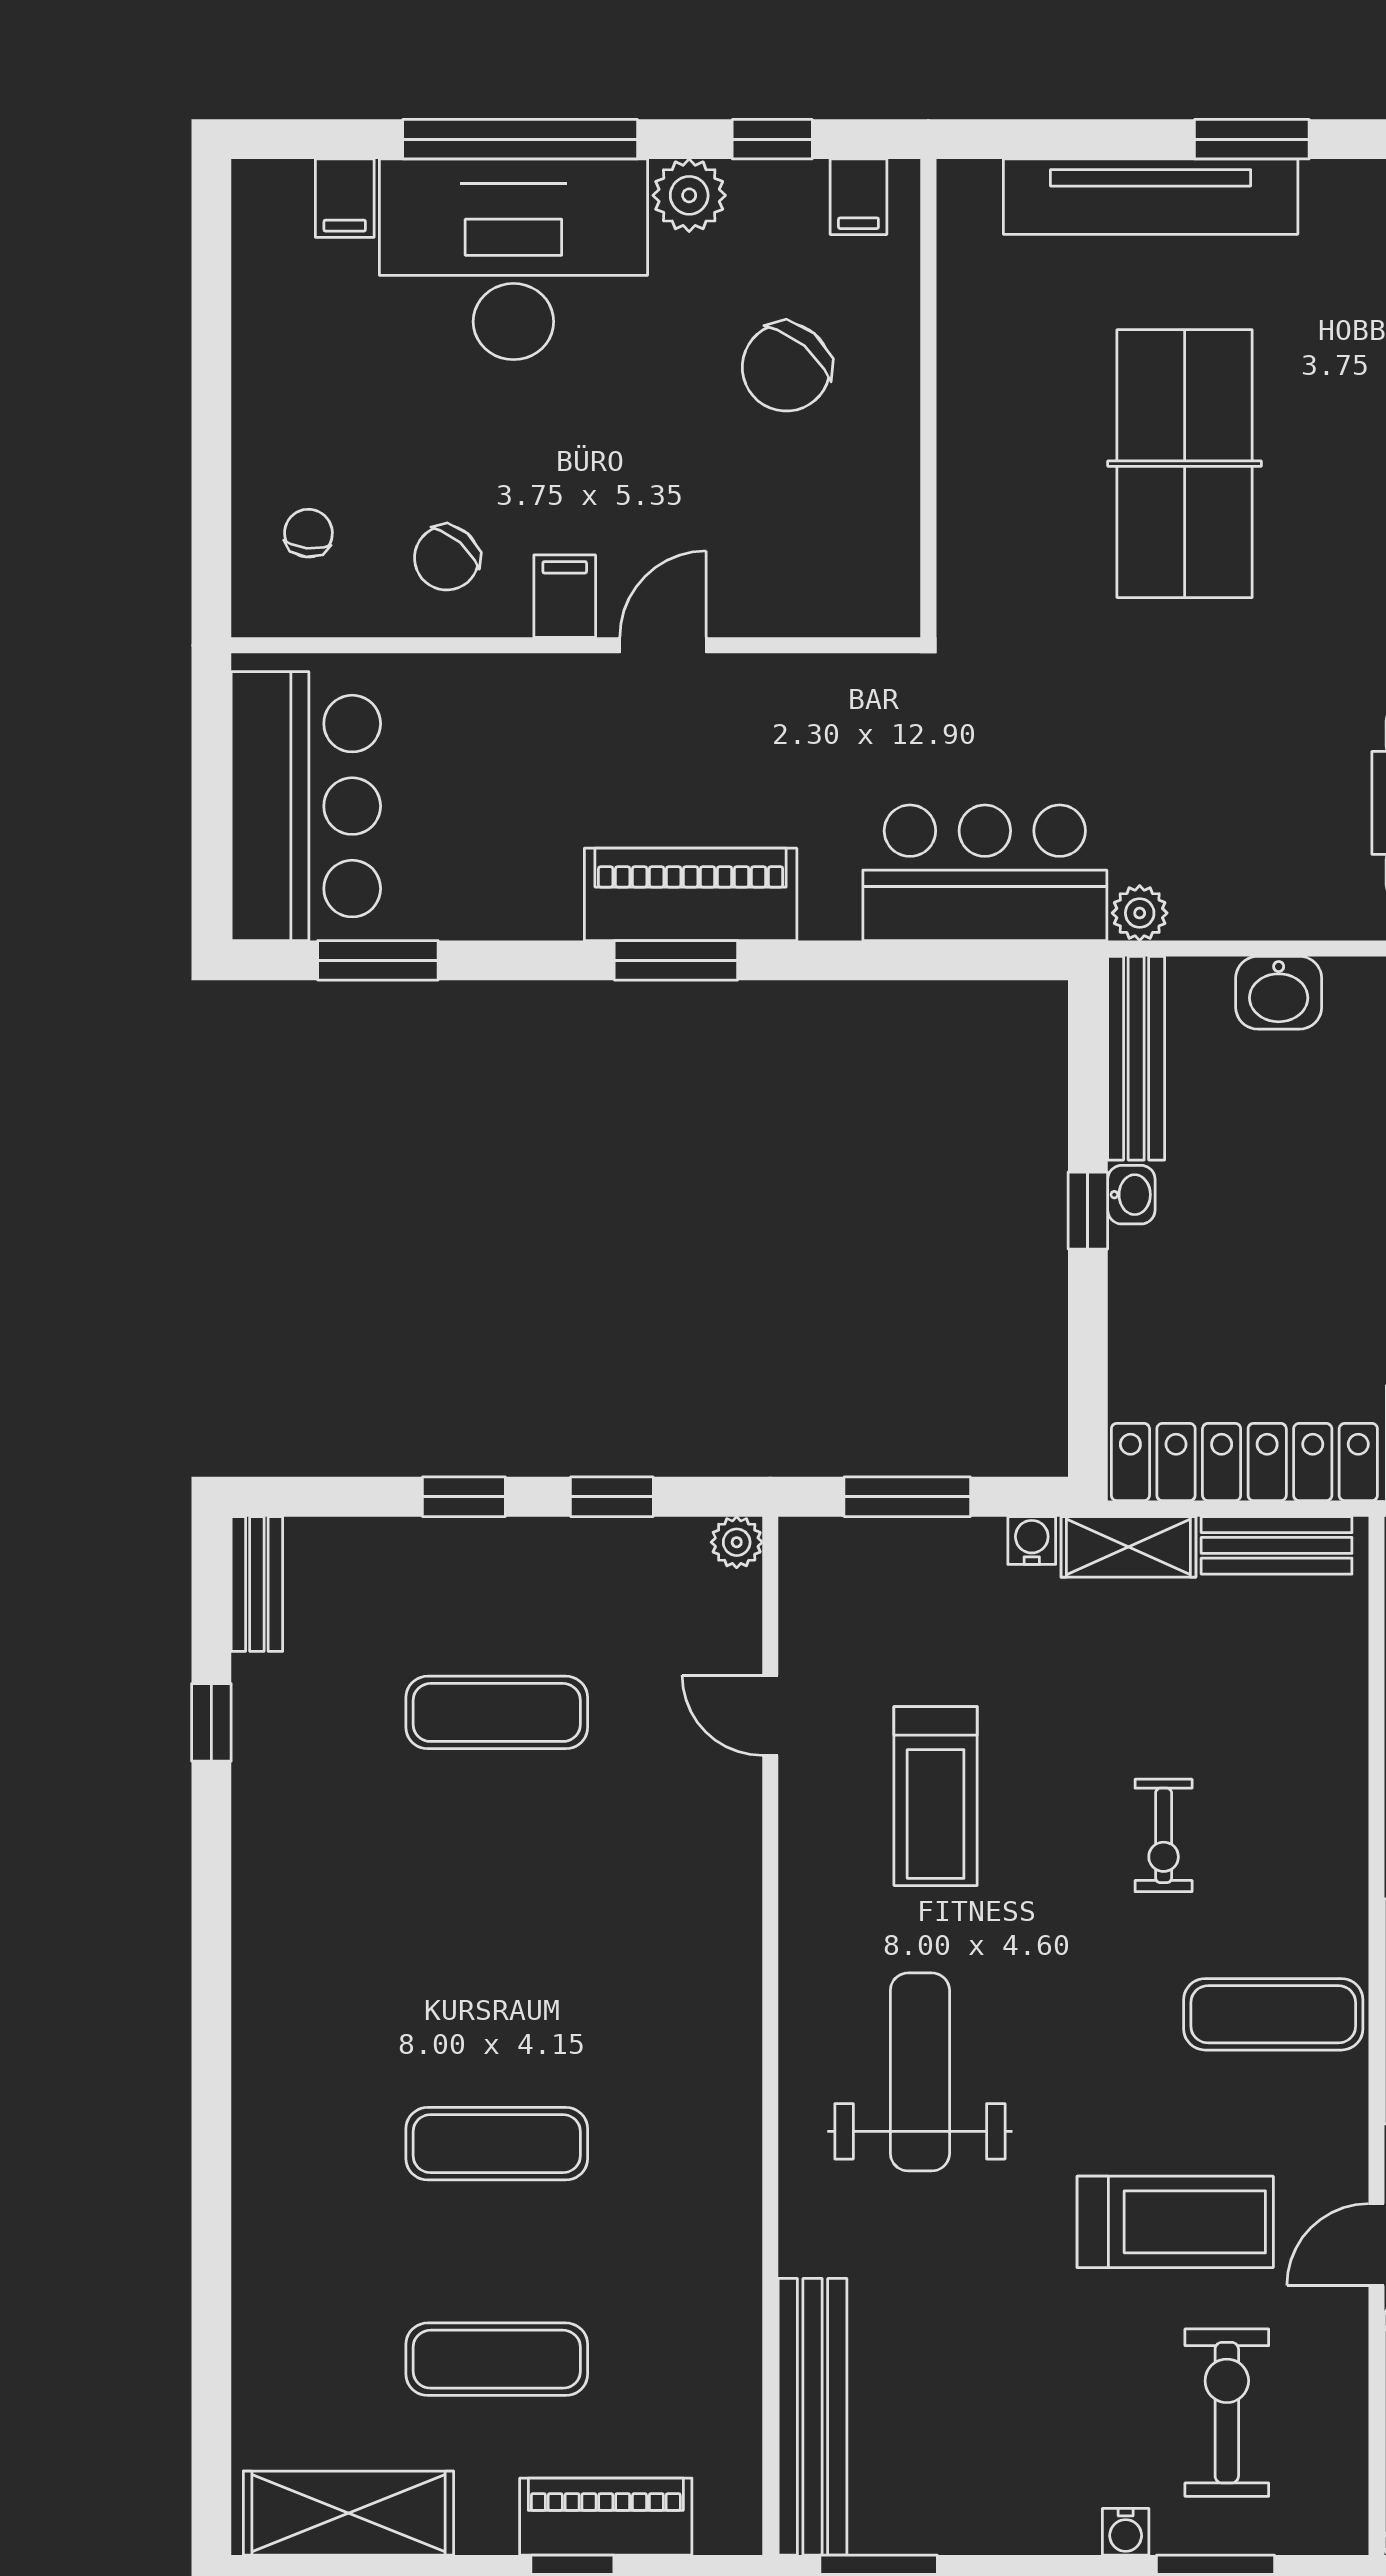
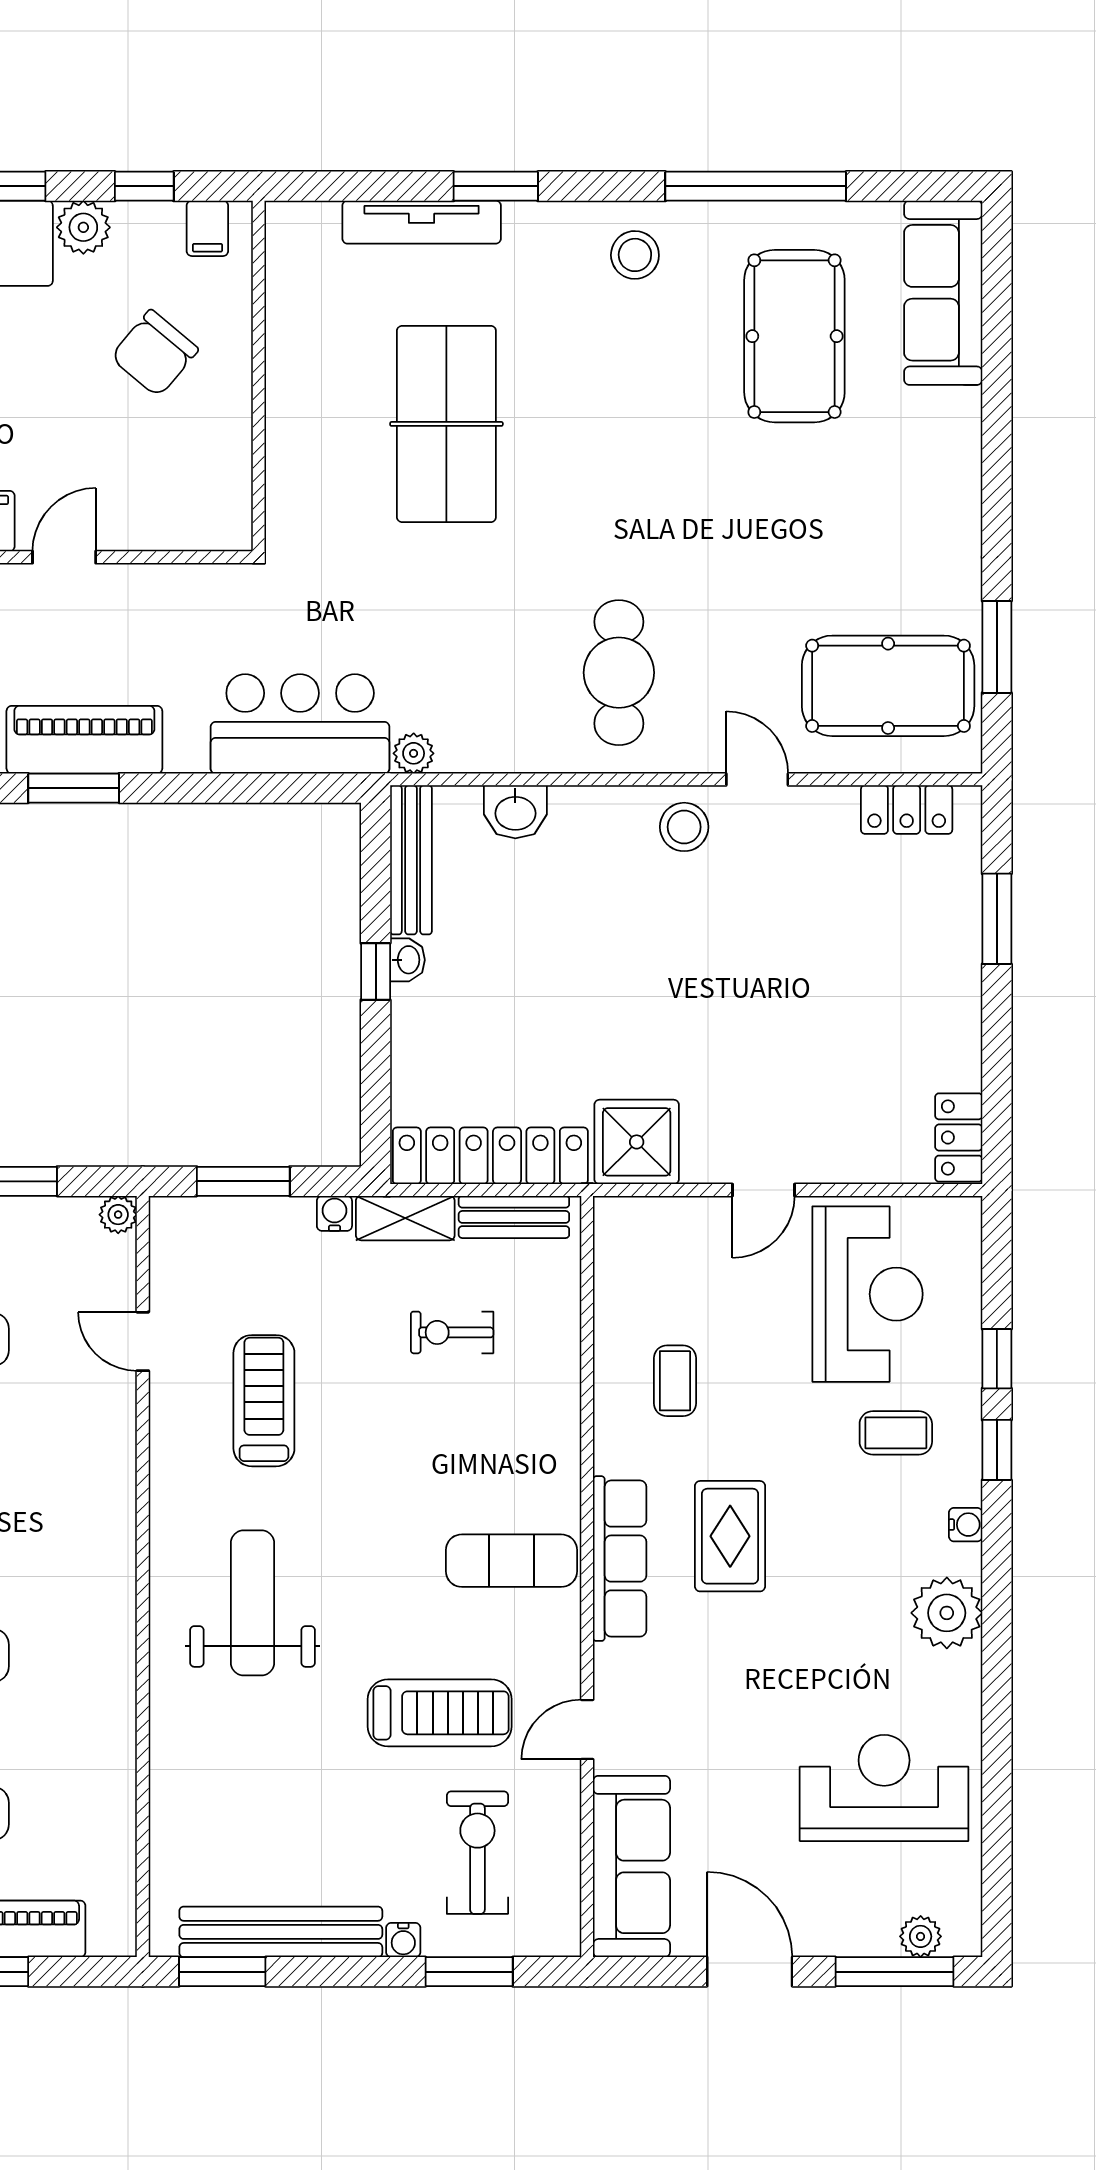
tv unit: (1151, 197) -> (422, 222), width x0.73, depth x0.78
treadmill: (936, 1796) -> (264, 1401), turned 180
exercise bike: (1164, 1835) -> (452, 1332), moved, turned 90
bench: (813, 2417) -> (281, 1932), moved, turned 90

